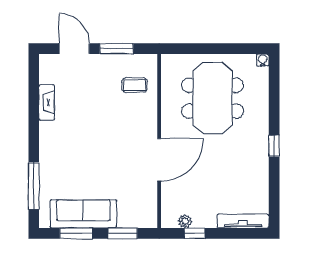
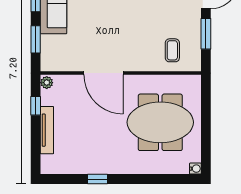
window: (274, 146) -> (98, 179), moved
plant: (185, 221) -> (47, 83), moved
tv unit: (243, 221) -> (47, 130), moved

